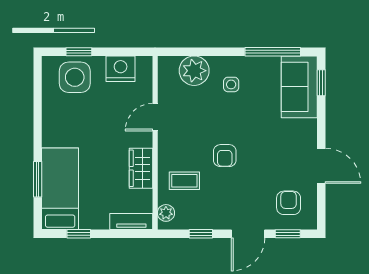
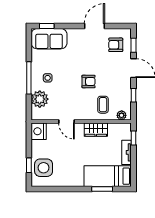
window: (273, 52) -> (29, 78), moved
nightstand: (121, 69) -> (39, 131), moved
tv unit: (131, 222) -> (126, 152), moved
window: (79, 234) -> (133, 138), moved

